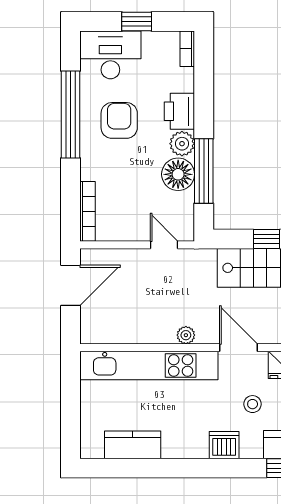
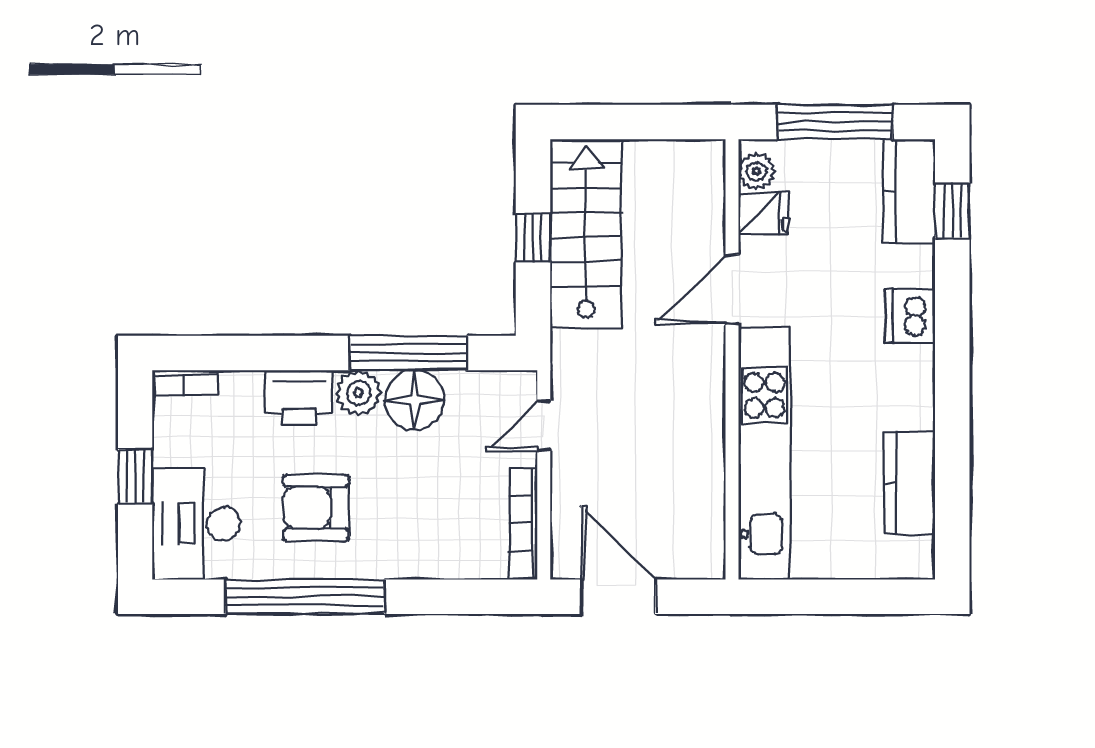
bookcase: (88, 211) -> (523, 523), moved, turned -90
plant: (186, 335) -> (709, 386), removed
stool: (253, 404) -> (835, 264), removed

